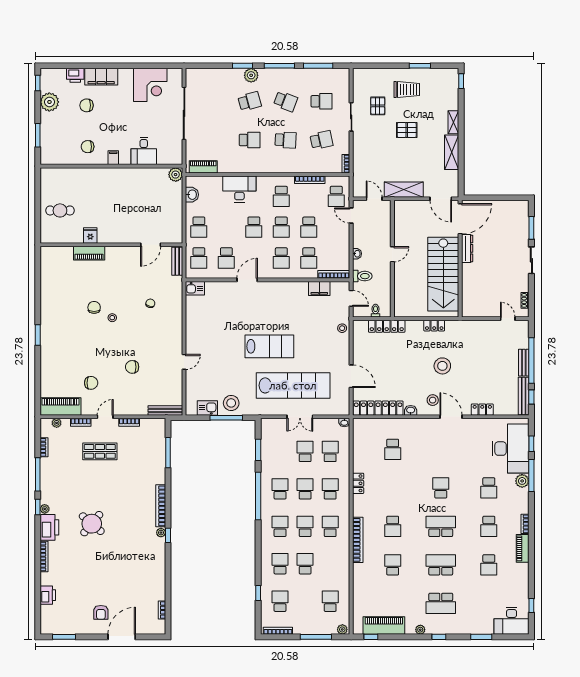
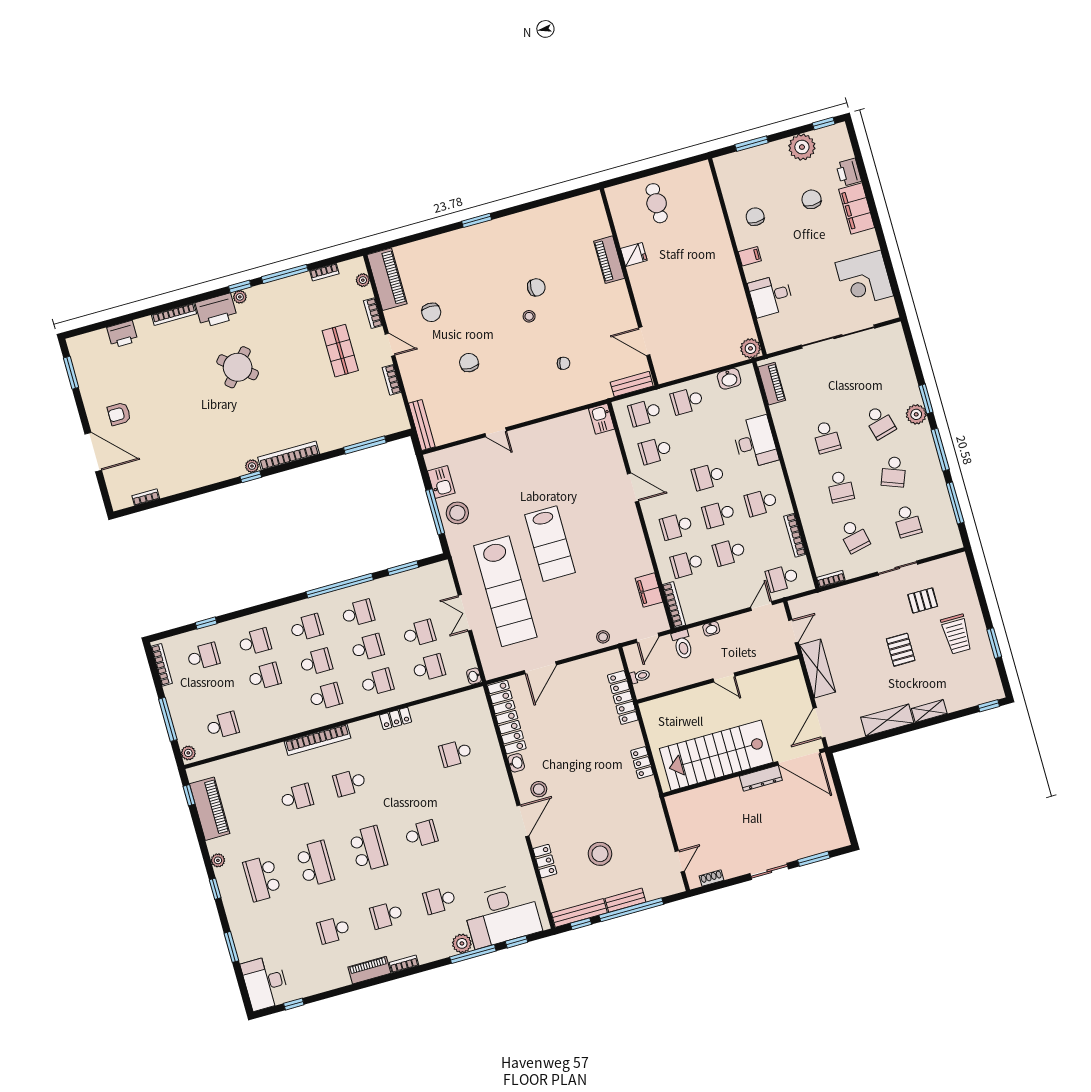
stool: (442, 366) -> (600, 854), moved

